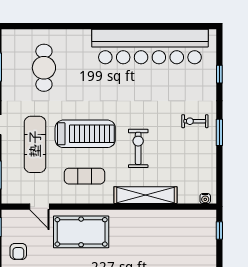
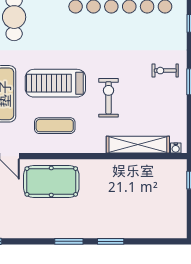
treadmill: (85, 134) -> (55, 83), turned 180
shelving: (145, 195) -> (138, 145), moved

